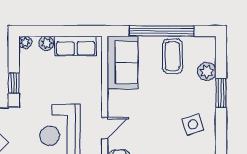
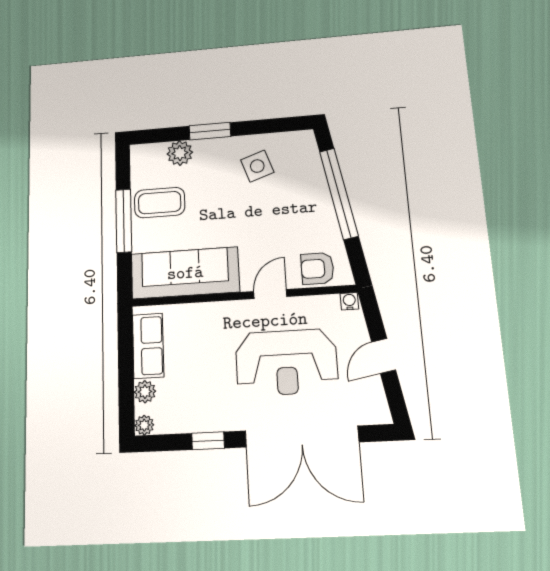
window: (162, 31) -> (124, 221), width x0.68
sofa: (123, 63) -> (185, 273), width x1.36
door: (105, 128) -> (270, 294), hinge flipped

